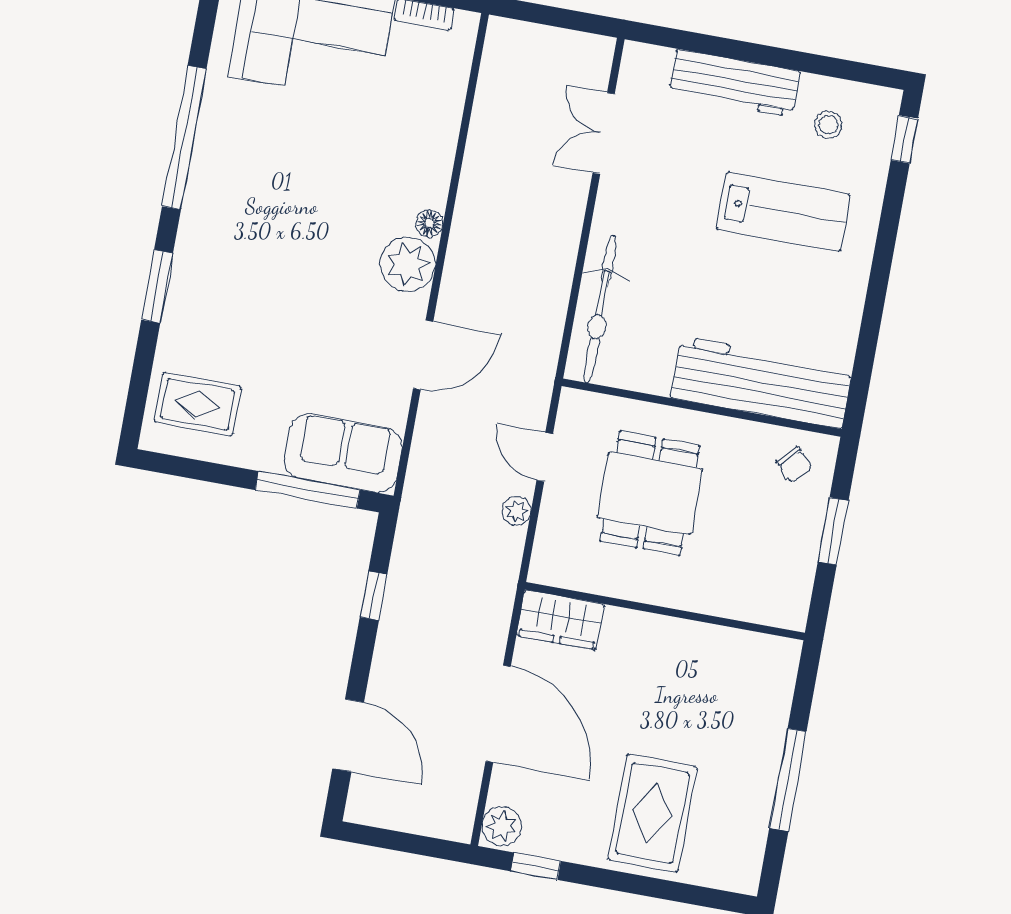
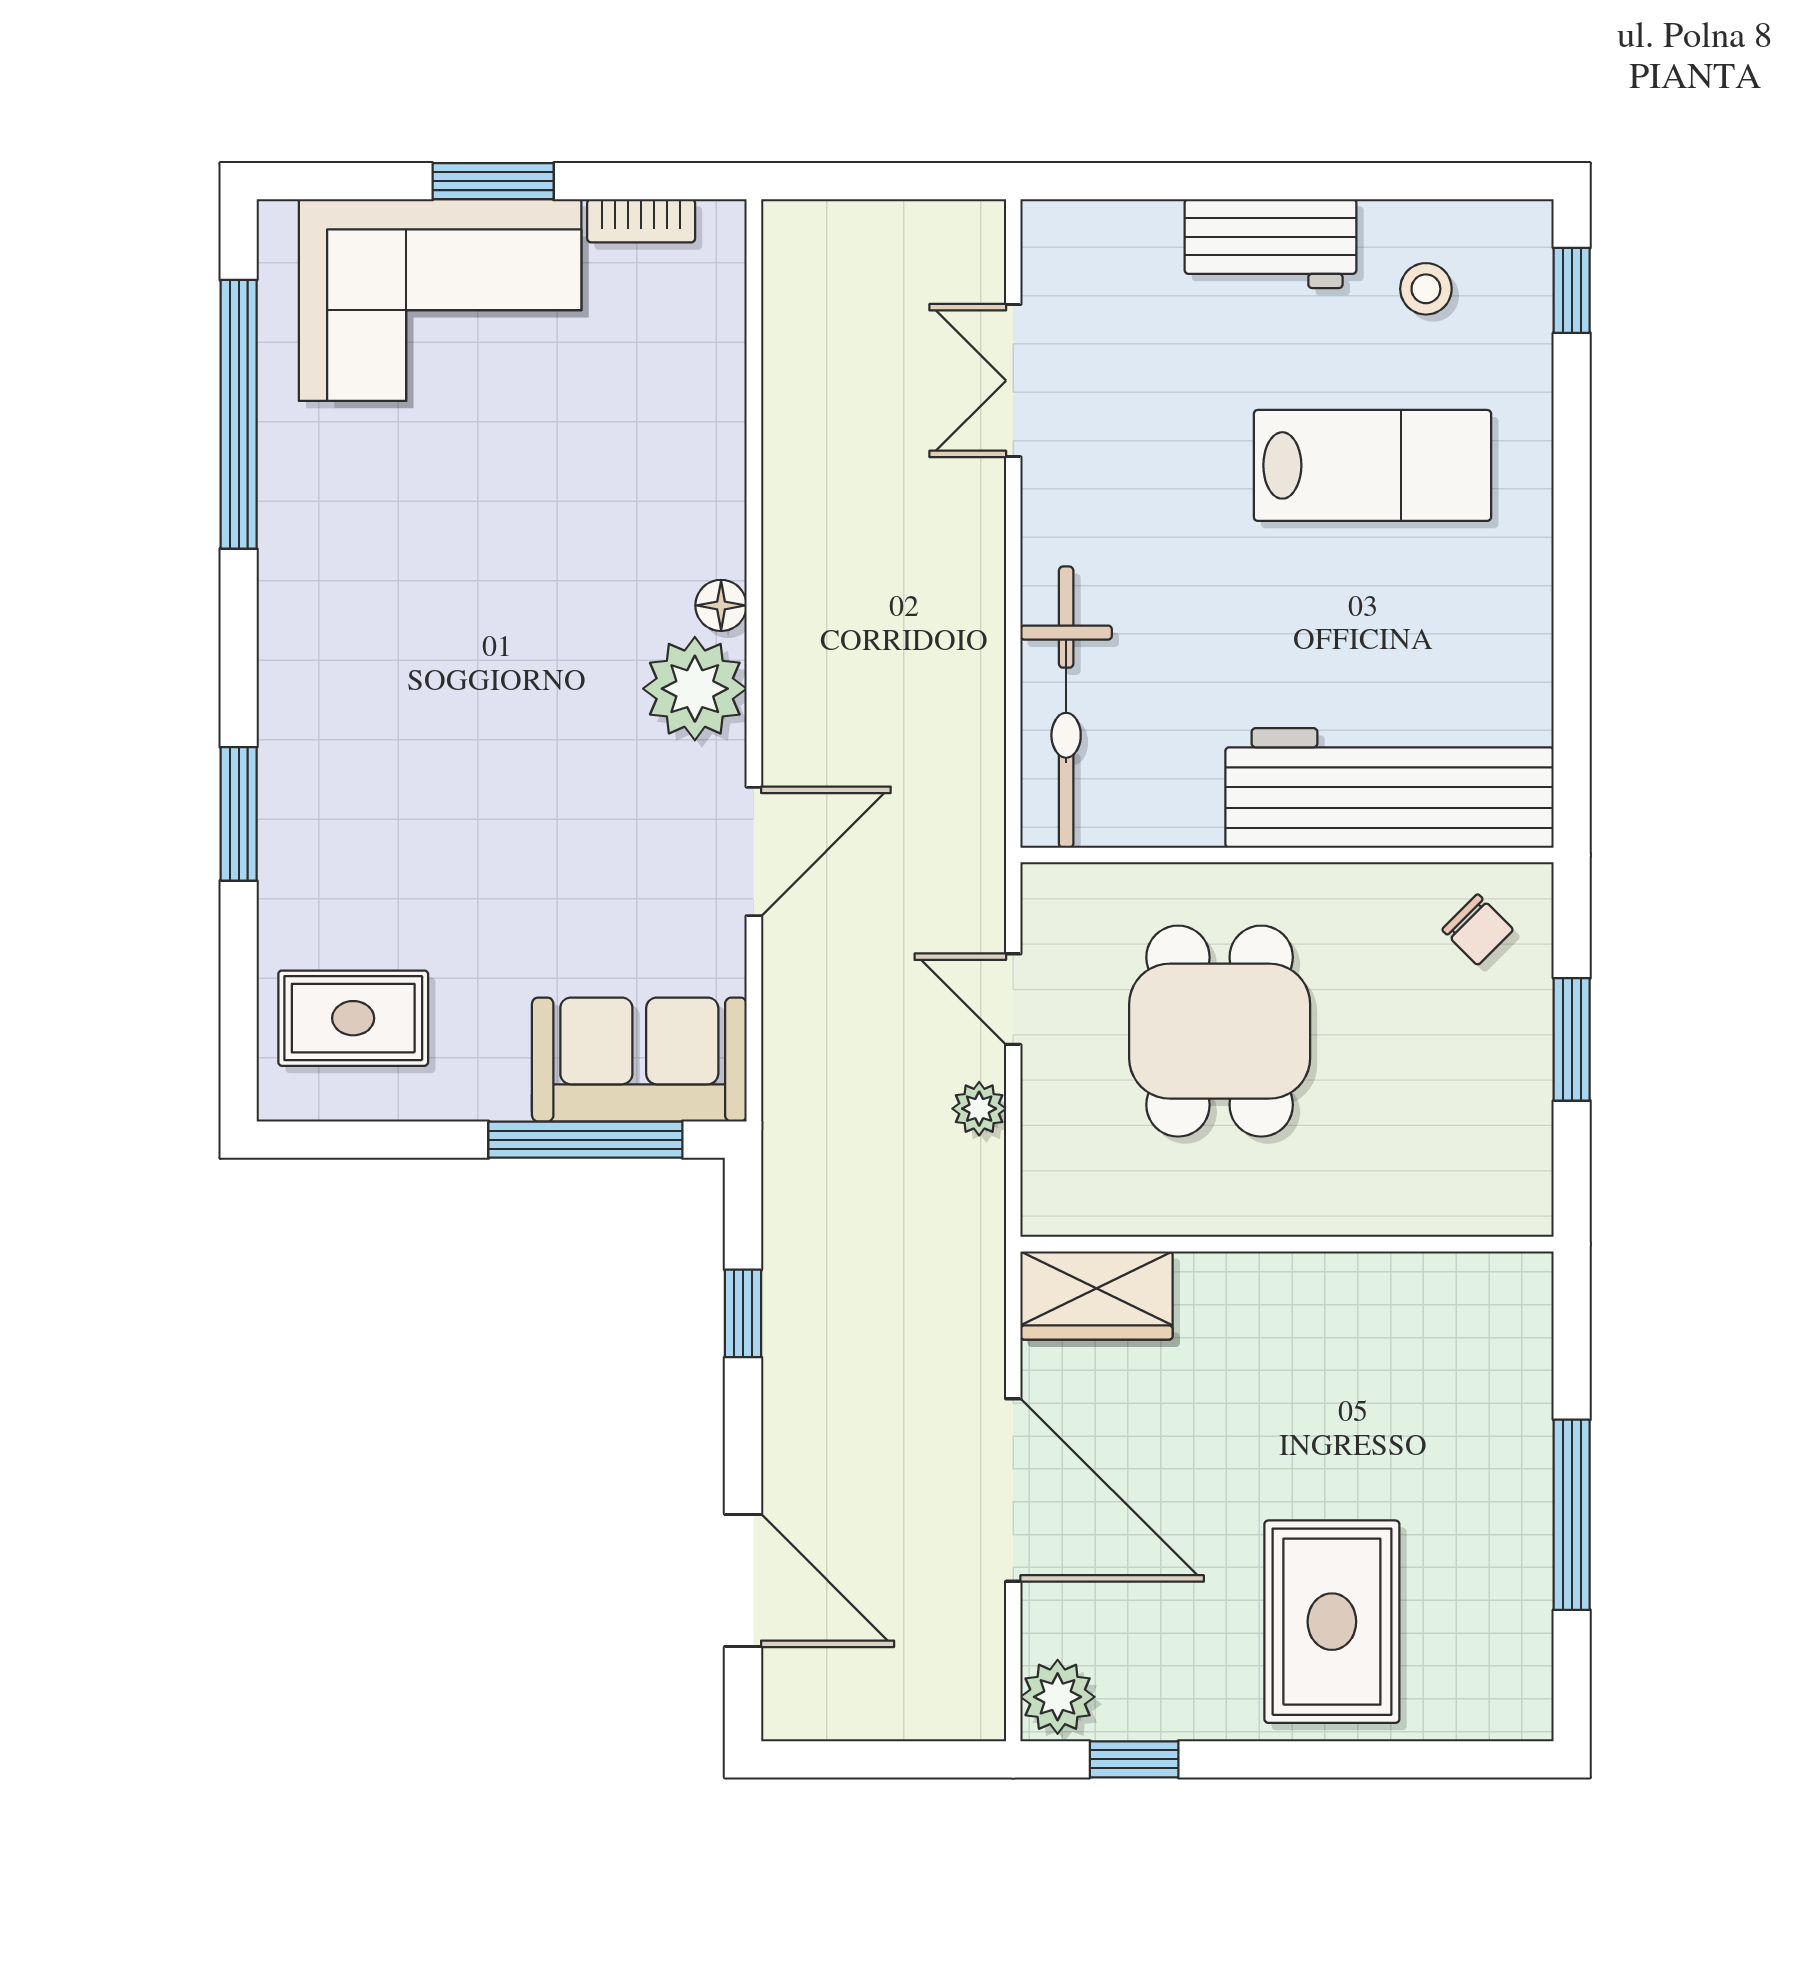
workbench: (734, 83) -> (1271, 244), width x0.73
window: (184, 137) -> (239, 414), moved

